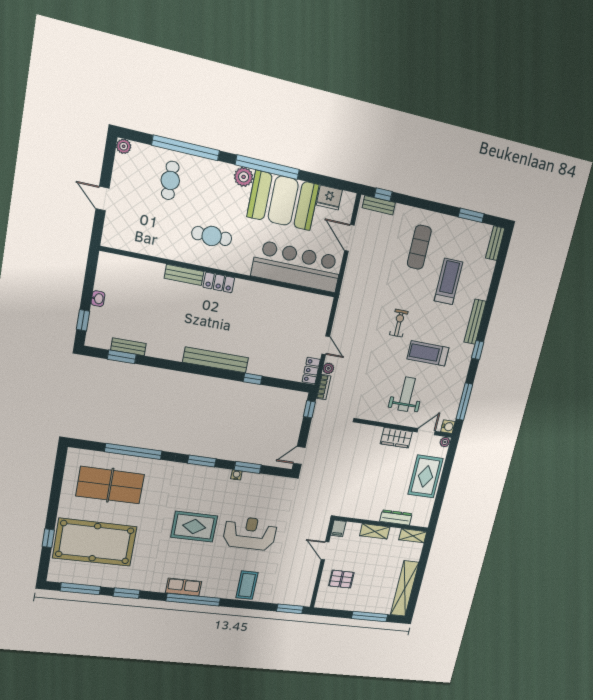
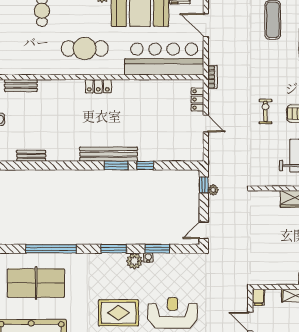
cafe table: (212, 236) -> (85, 48), width x1.37, depth x1.35
bench: (184, 275) -> (21, 86), moved
exercise bike: (399, 323) -> (266, 111), moved
window: (122, 357) -> (116, 165), moved
plant: (328, 368) -> (213, 190), moved
locker: (311, 371) -> (197, 99), moved
bookcase: (324, 387) -> (212, 77), moved
plant: (221, 477) -> (134, 261), added

